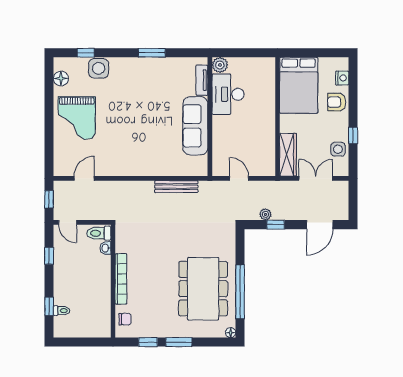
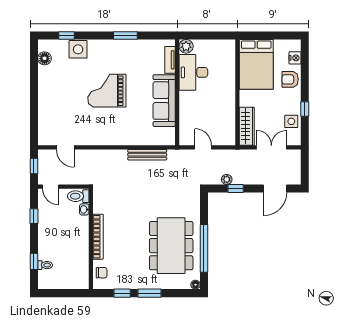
grand piano: (77, 118) -> (107, 91), moved, turned 90
door: (84, 178) -> (65, 147), swing flipped

